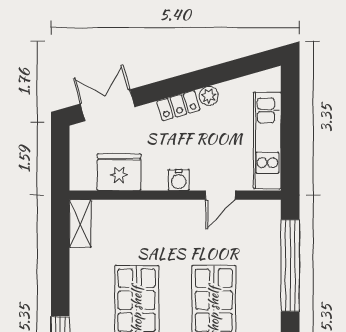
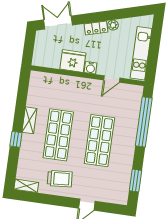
fridge: (119, 172) -> (73, 61), moved
shelving: (80, 224) -> (29, 120), moved

